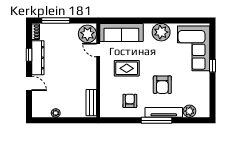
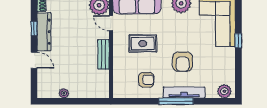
armchair: (130, 101) -> (146, 80), turned 90
bench: (91, 103) -> (103, 54), moved
plant: (189, 111) -> (224, 91), moved

